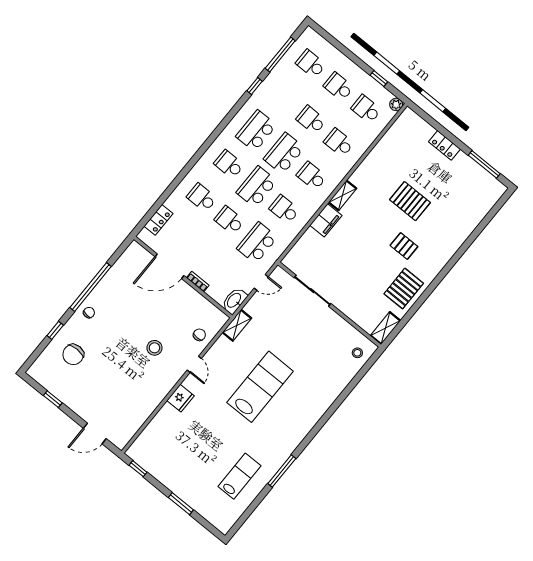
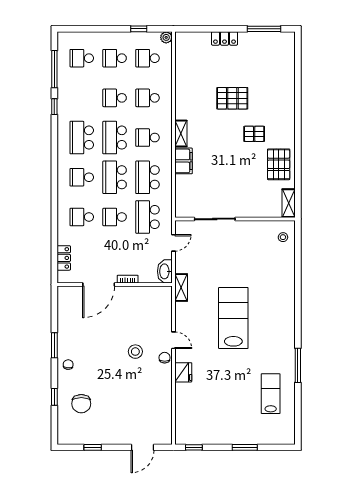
school desk: (284, 209) -> (147, 177), width x1.85
window: (91, 287) -> (54, 345), width x0.47
chair: (199, 335) -> (165, 358), moved

